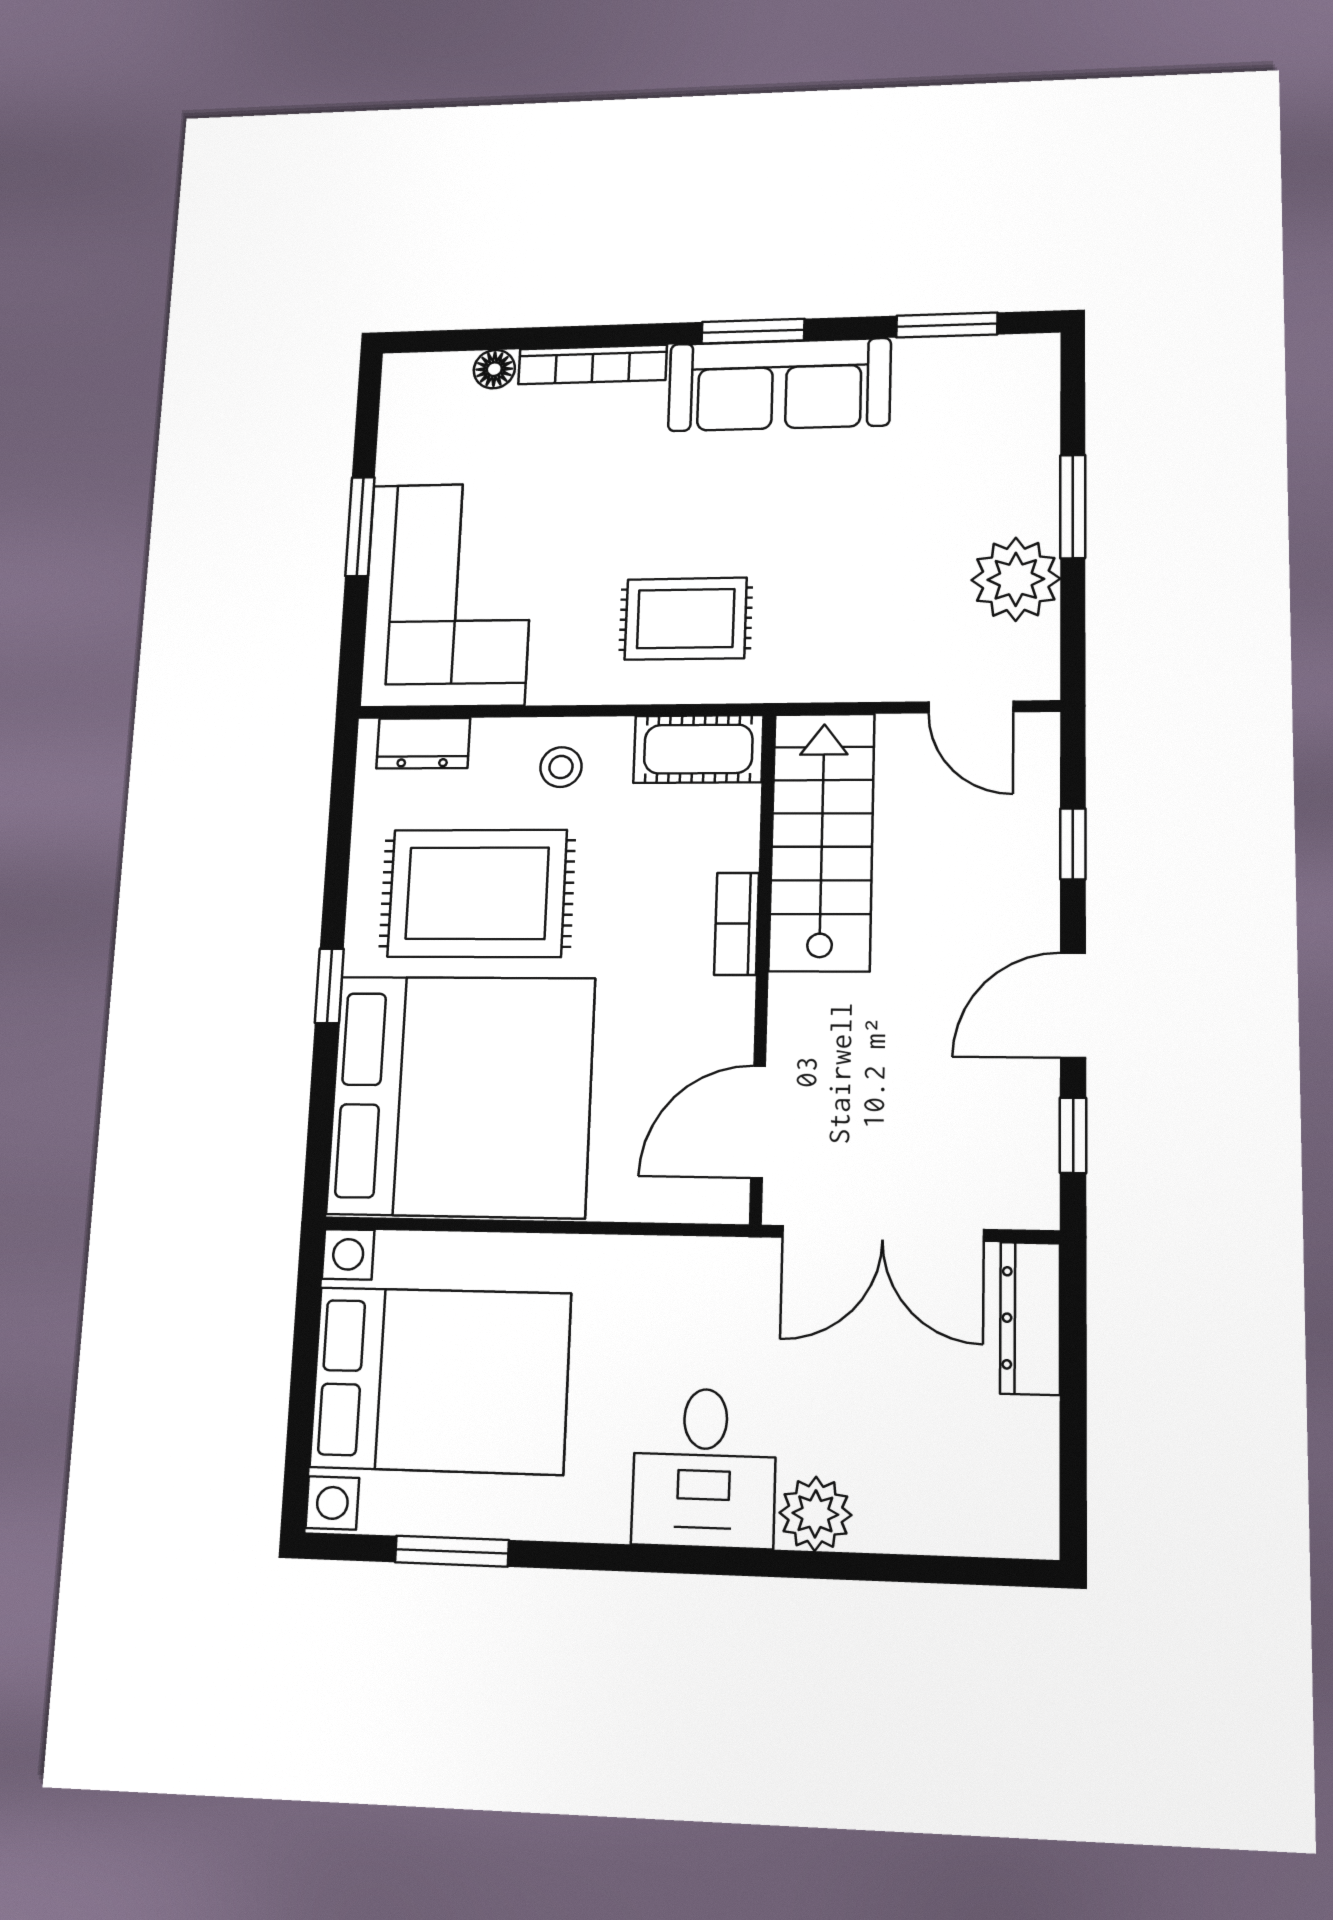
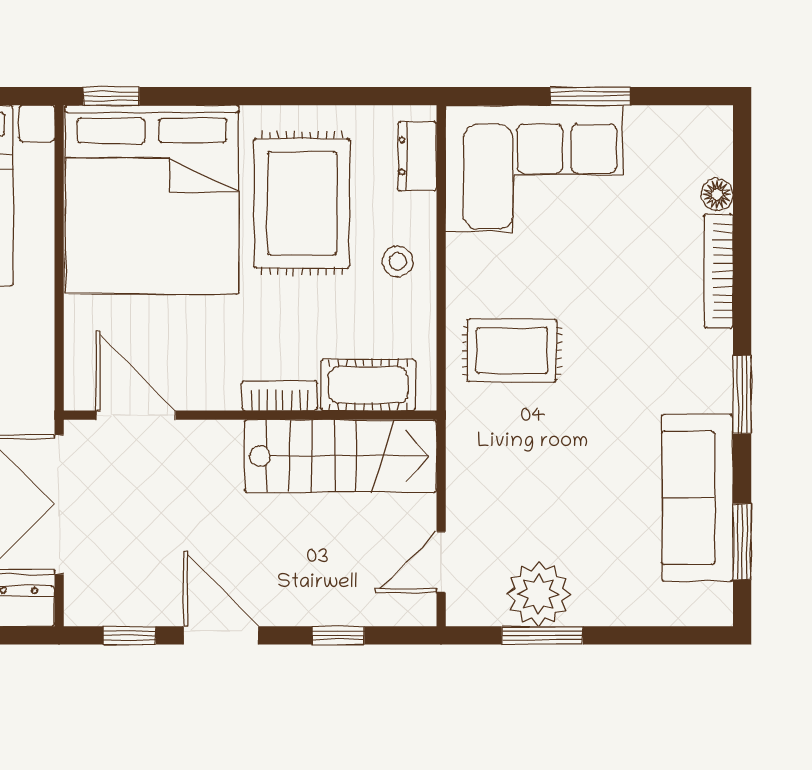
sofa: (779, 385) -> (697, 498), moved
window: (1073, 507) -> (542, 635), moved
rug: (686, 619) -> (512, 351), turned 90
cot: (698, 749) -> (368, 385), moved, turned 90
window: (329, 986) -> (111, 96), moved

